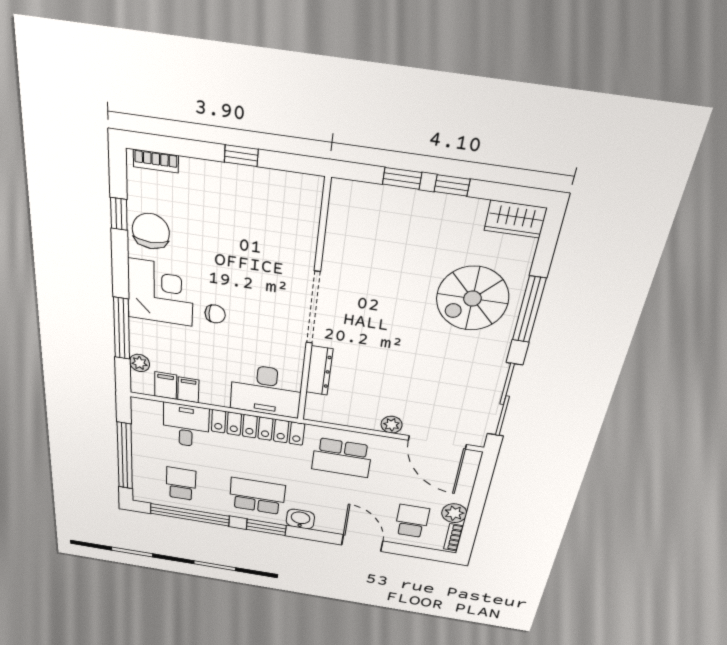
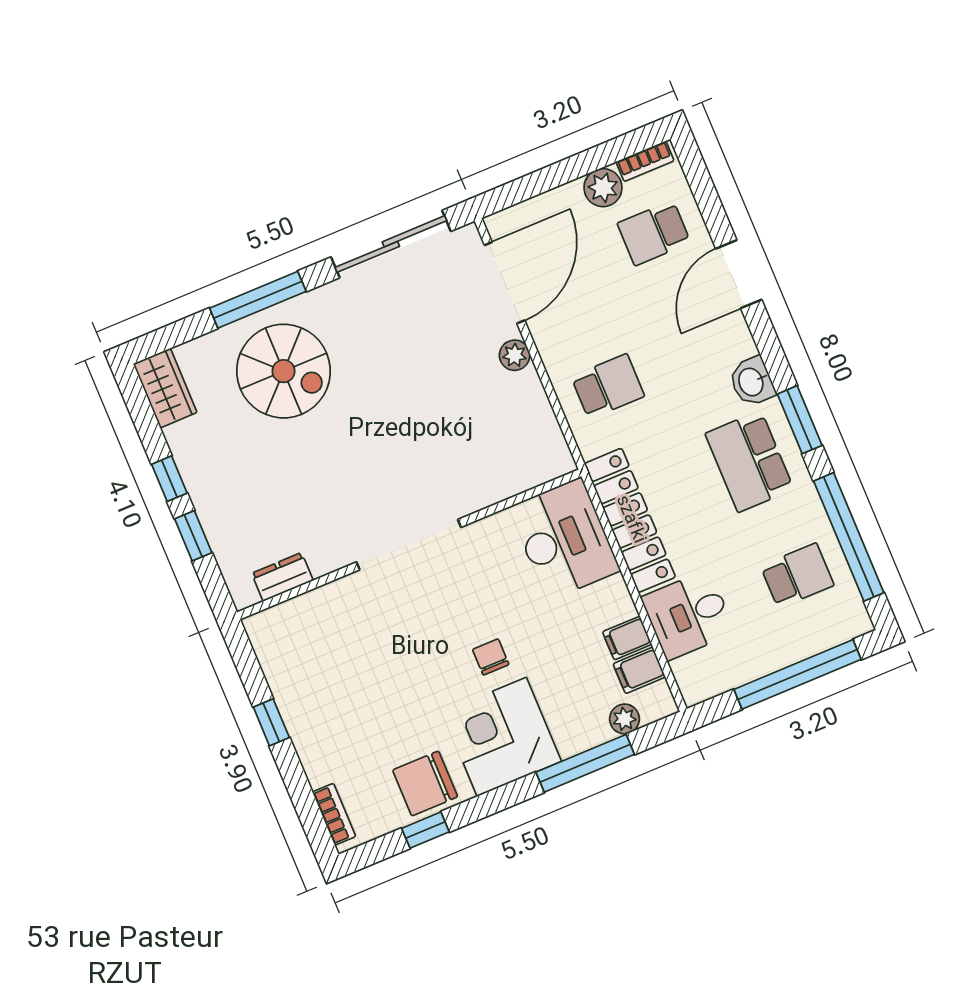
dresser: (319, 371) -> (282, 577), moved, width x0.70
school desk: (342, 458) -> (608, 386), width x0.54
school desk: (181, 484) -> (797, 576), turned 180

